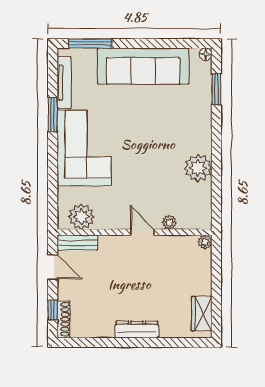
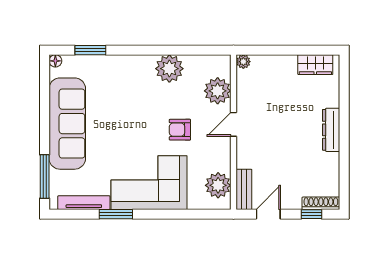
armchair: (137, 179) -> (180, 130), added
plant: (169, 222) -> (218, 91), width x1.87, depth x1.87

